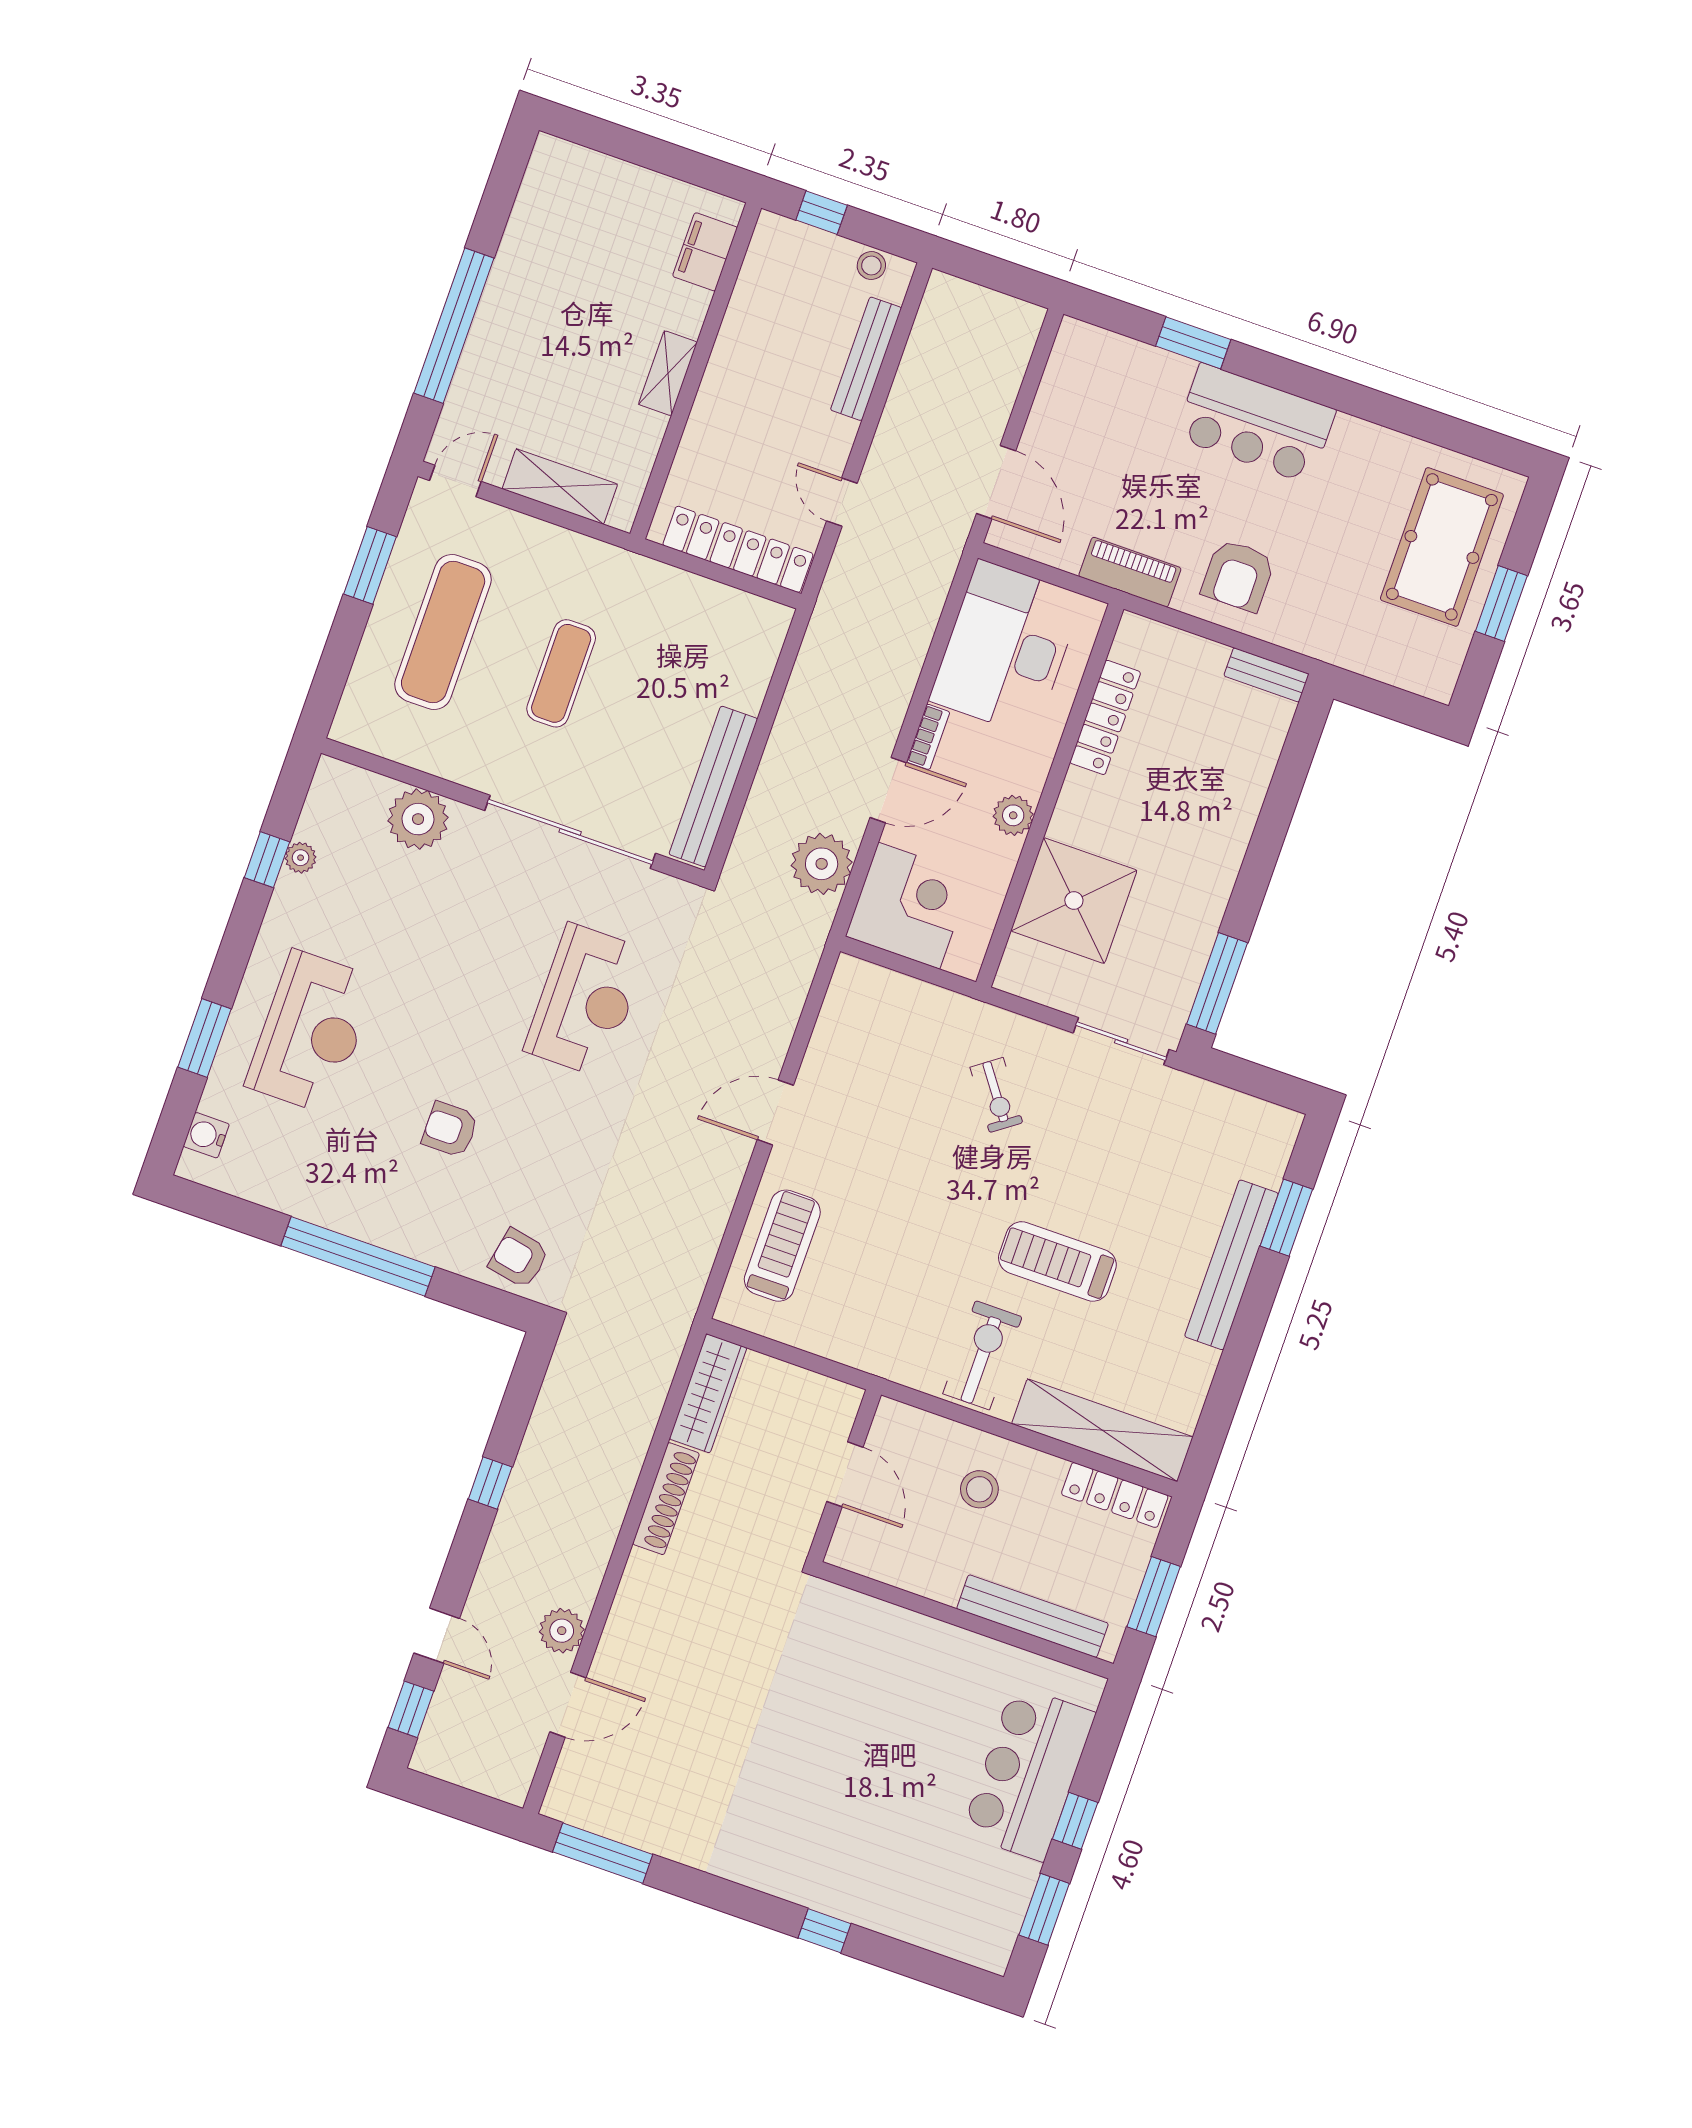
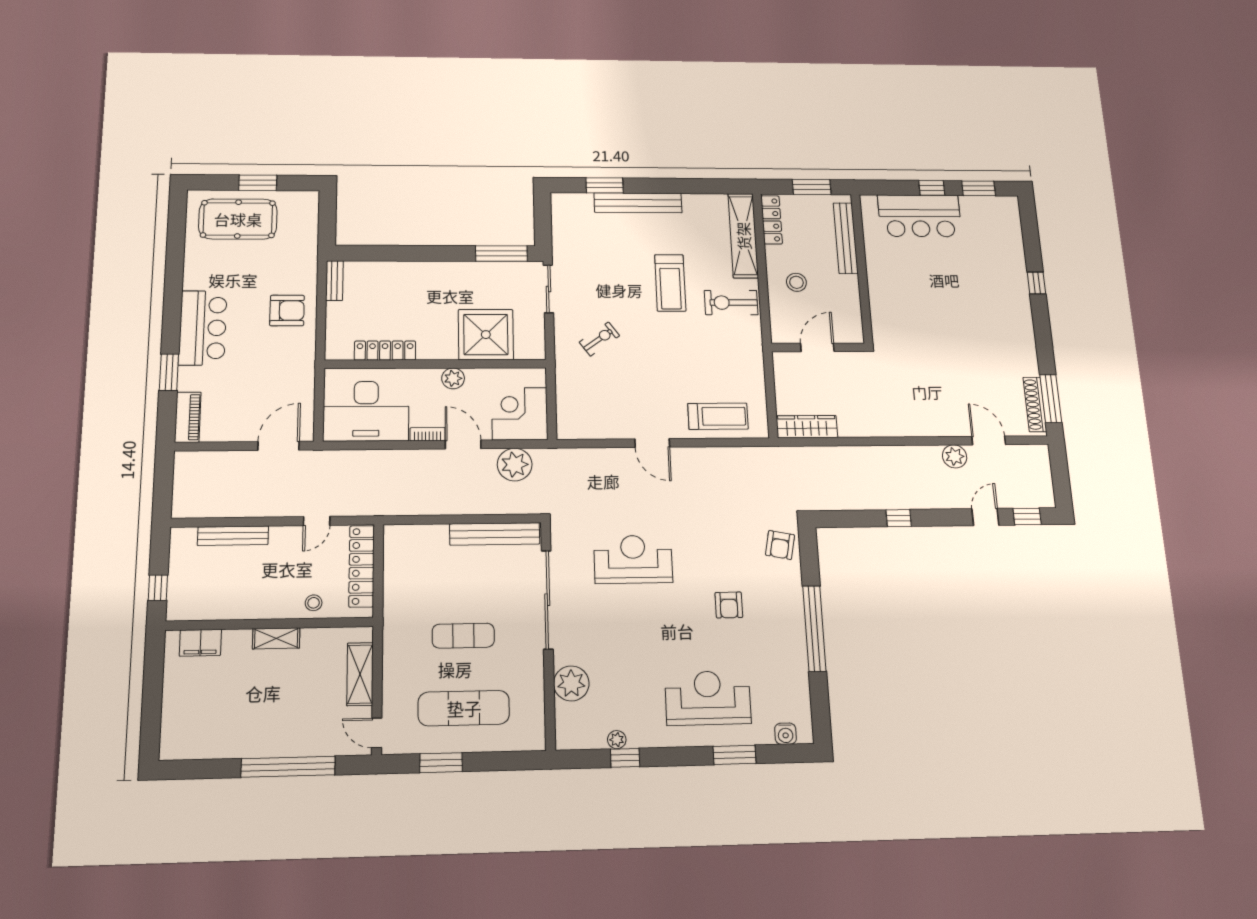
stool: (871, 266) -> (314, 603), moved
piano: (1130, 572) -> (188, 417), moved, turned 180
treadmill: (782, 1246) -> (718, 416), turned 180
shoe rack: (666, 1499) -> (1035, 404), moved, turned -90

